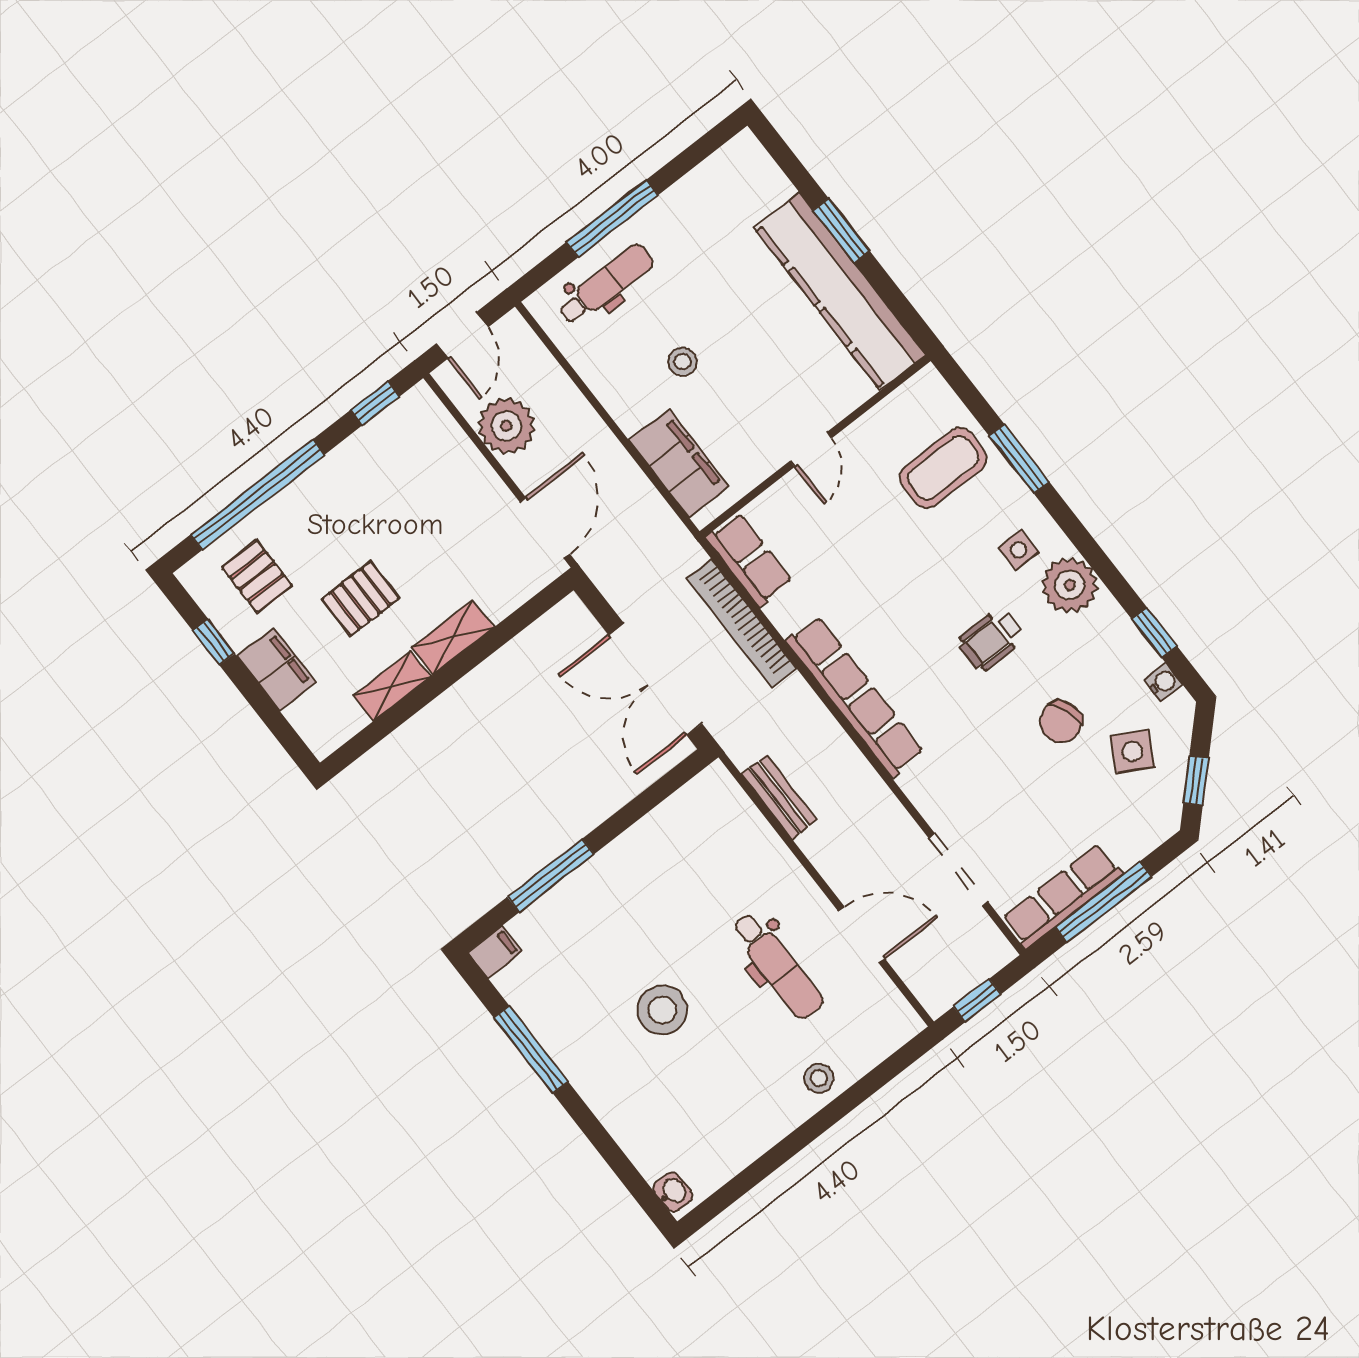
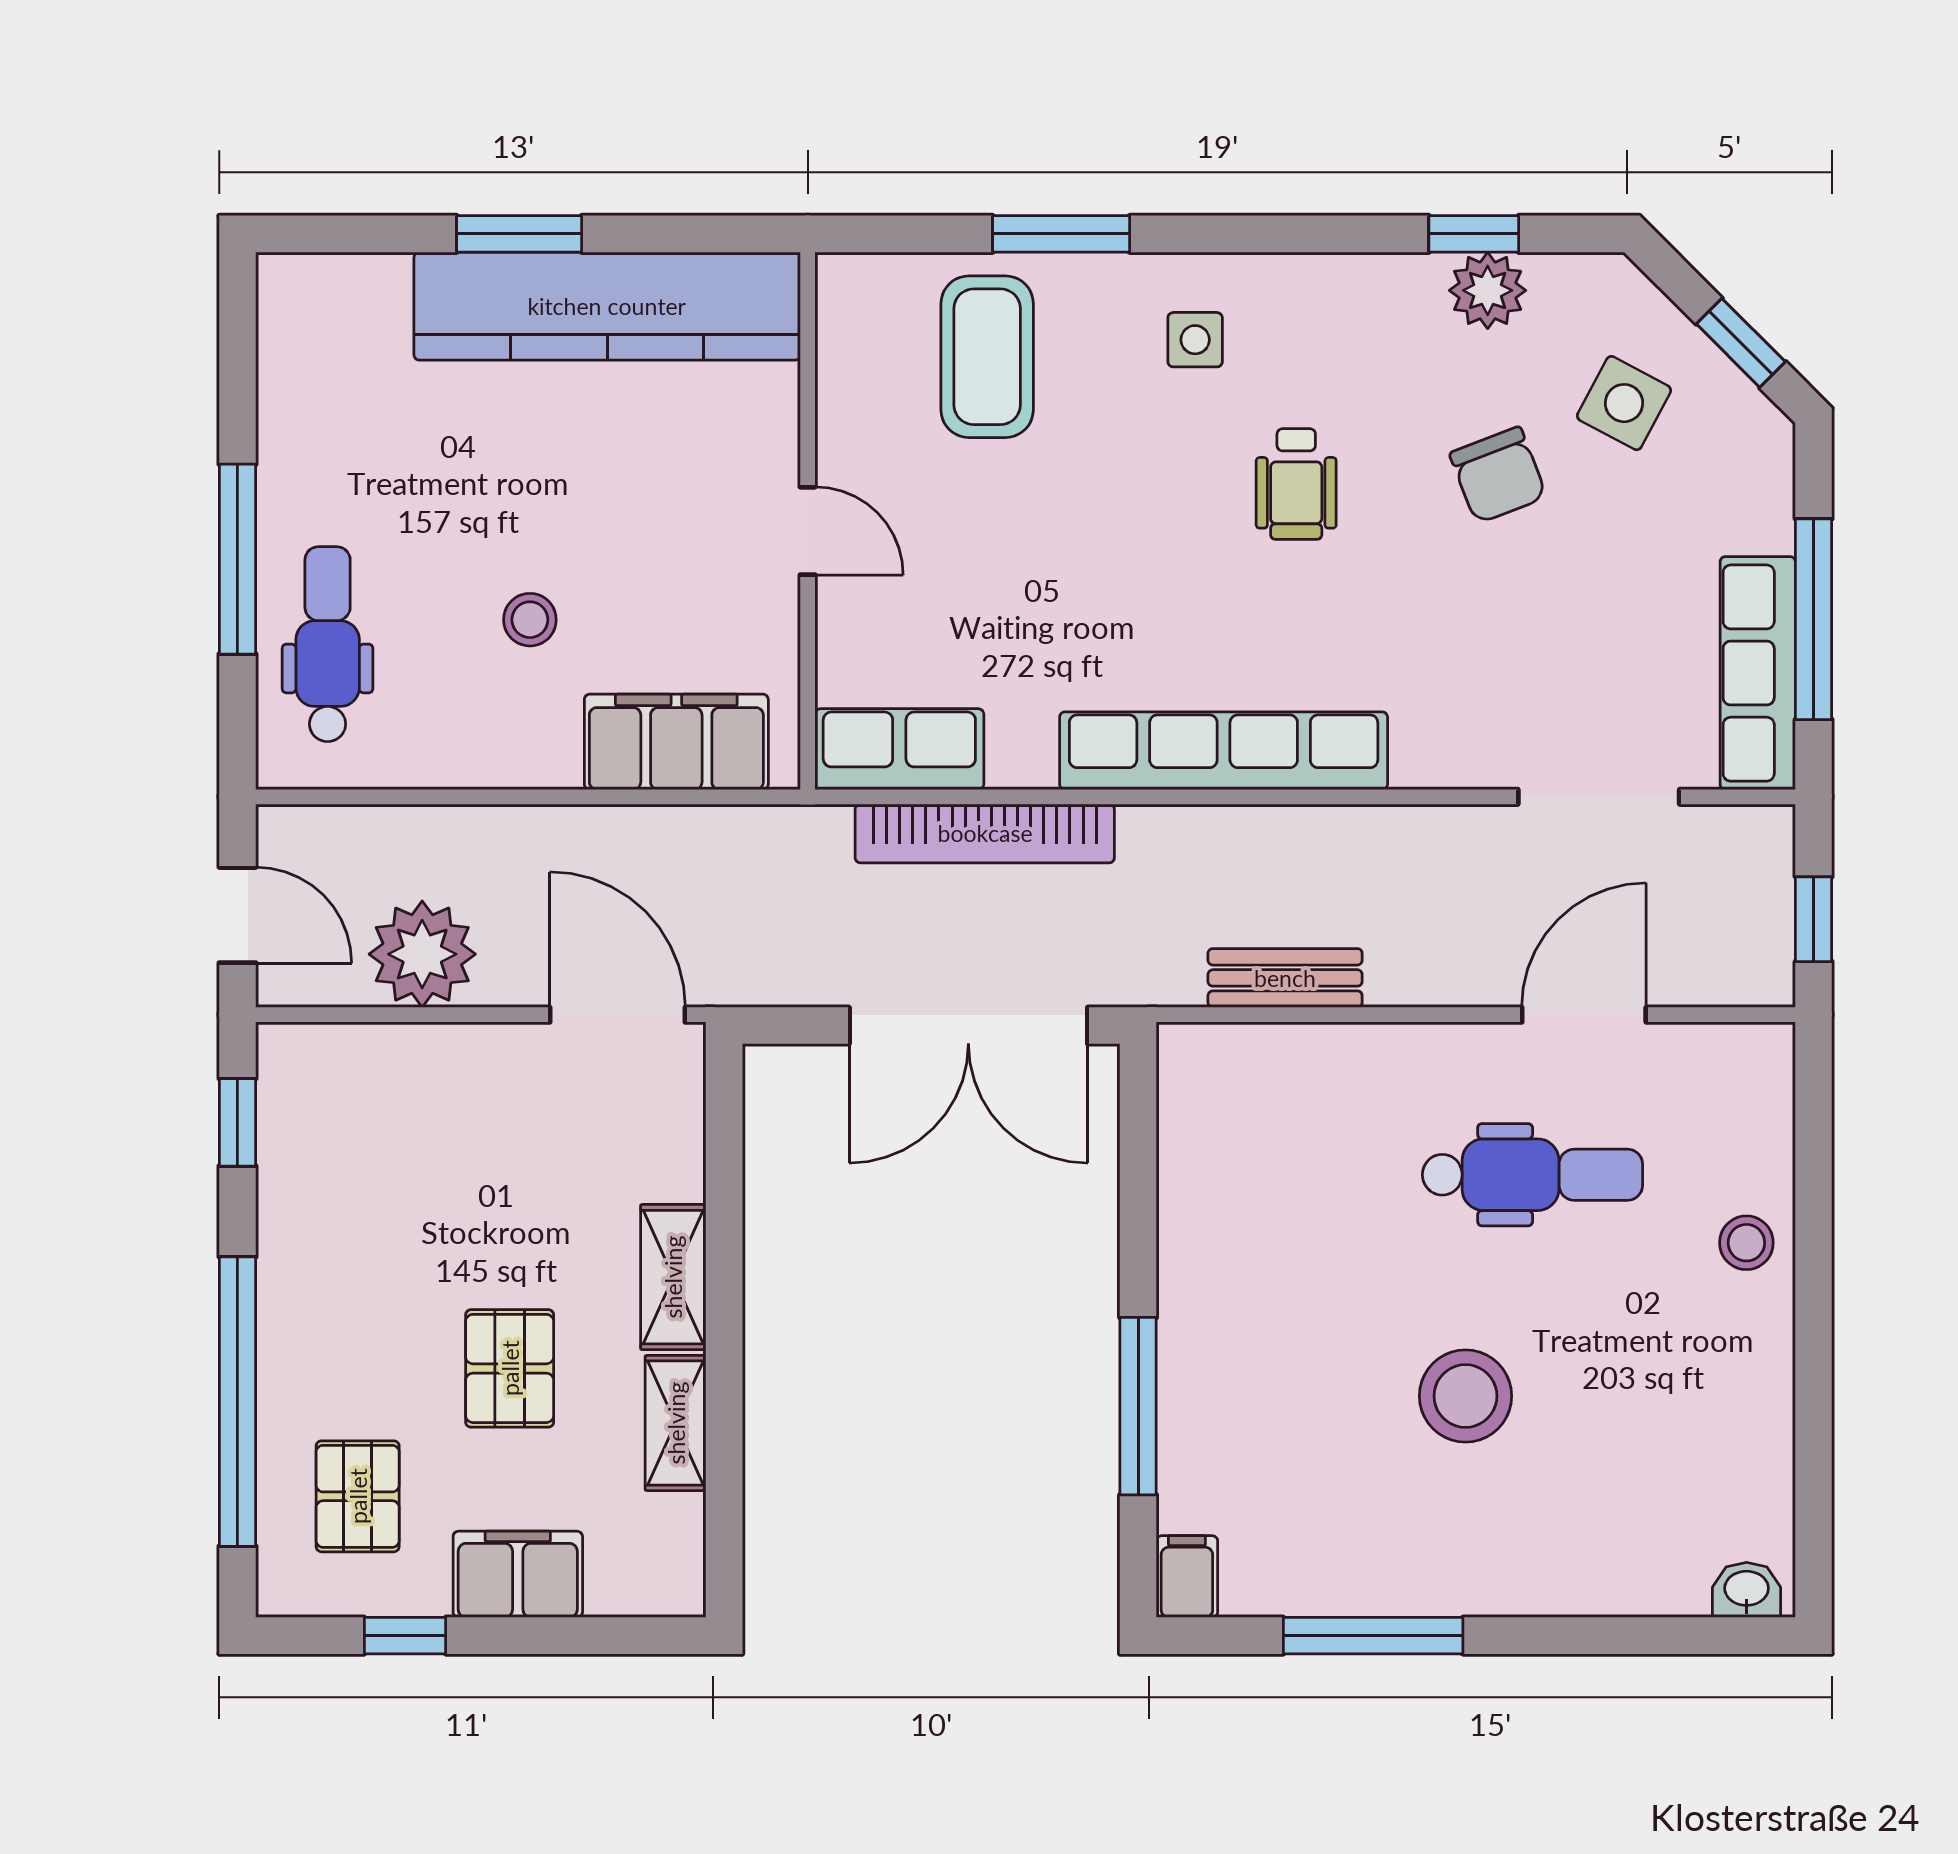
pallet: (257, 576) -> (358, 1496), turned 90
plant: (1070, 585) -> (1488, 290), moved, width x0.73, depth x0.73
water cooler: (1163, 682) -> (1558, 278), removed

